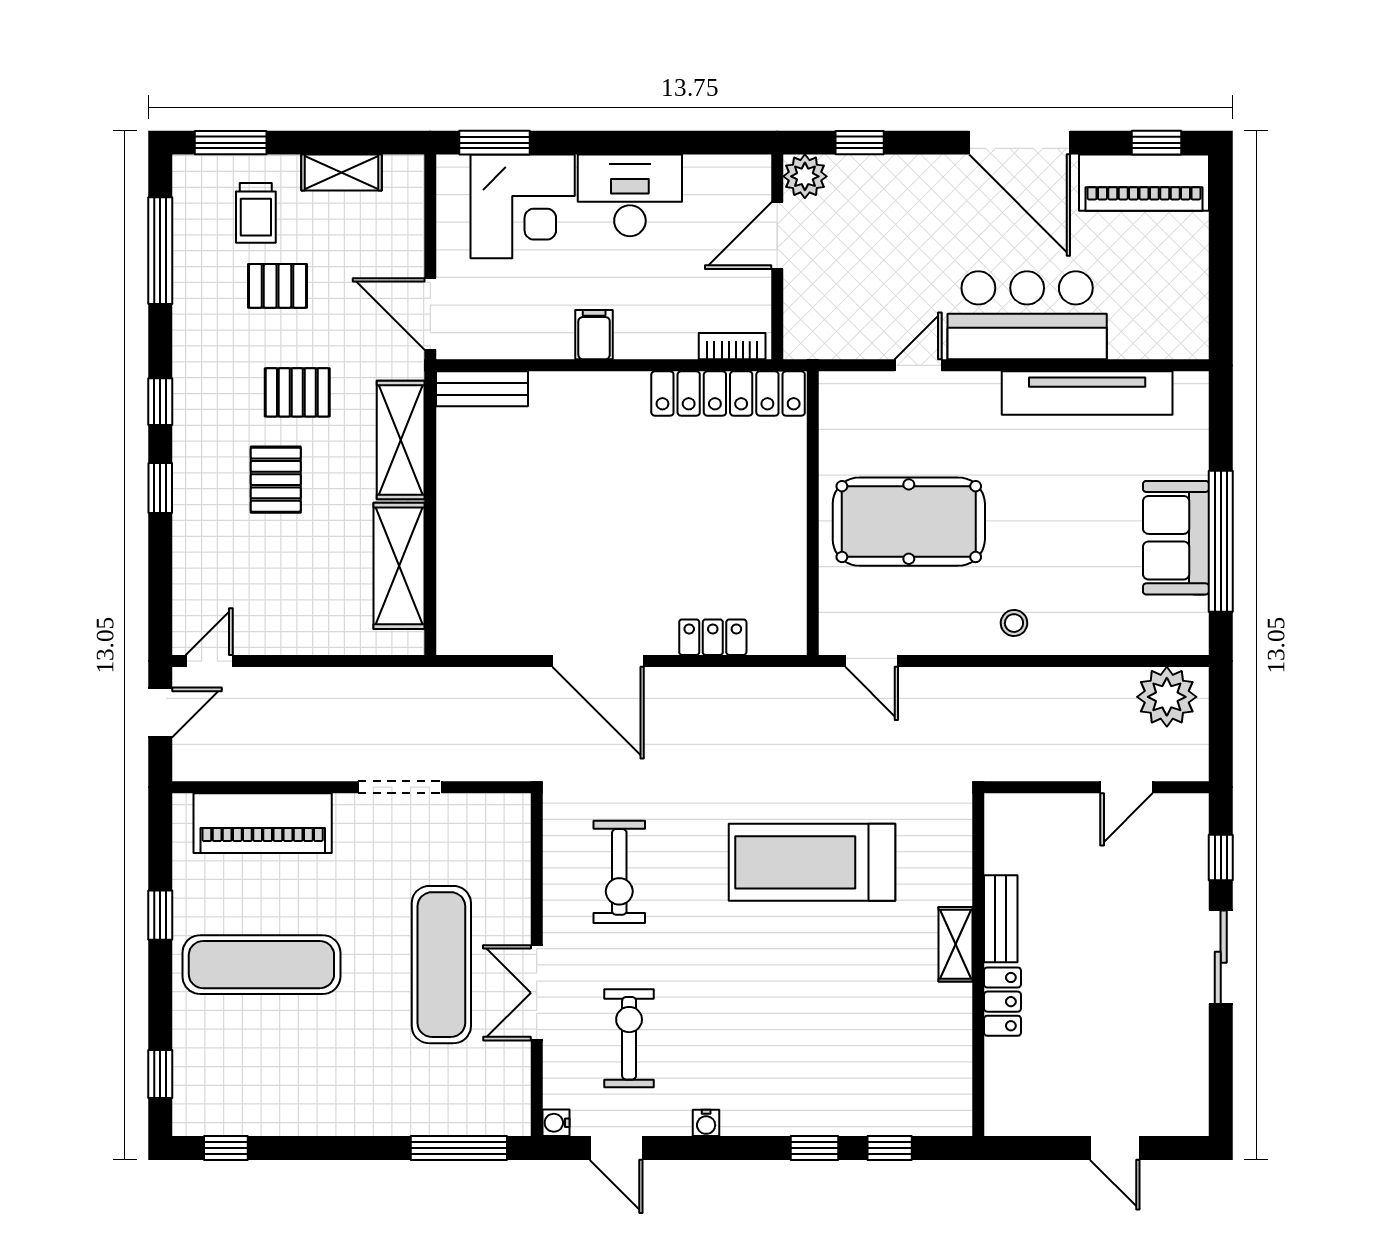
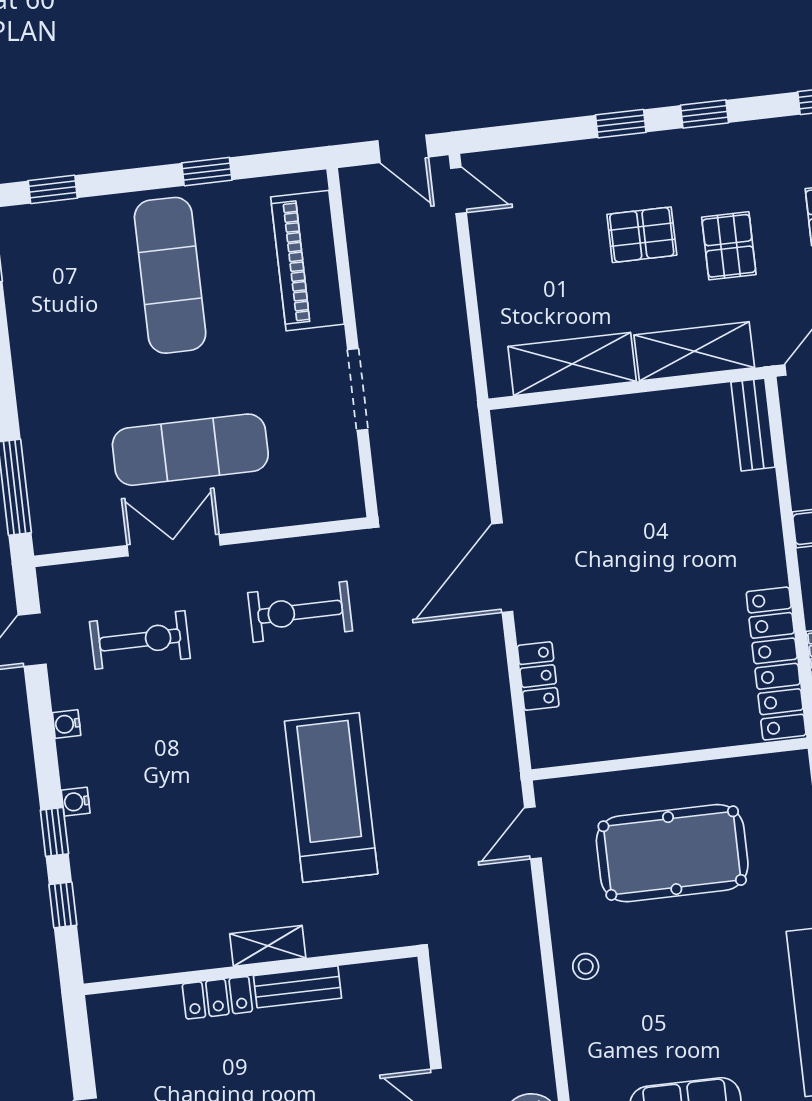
pool table: (909, 522) -> (672, 853), turned 90
water cooler: (556, 1123) -> (76, 802), moved, turned -90

